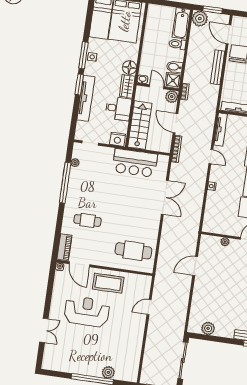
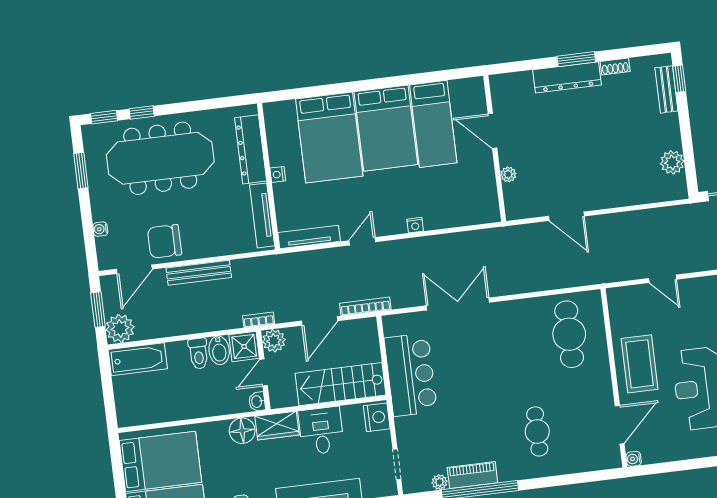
toilet: (177, 44) -> (198, 354), moved
piano: (64, 247) -> (472, 475), moved

